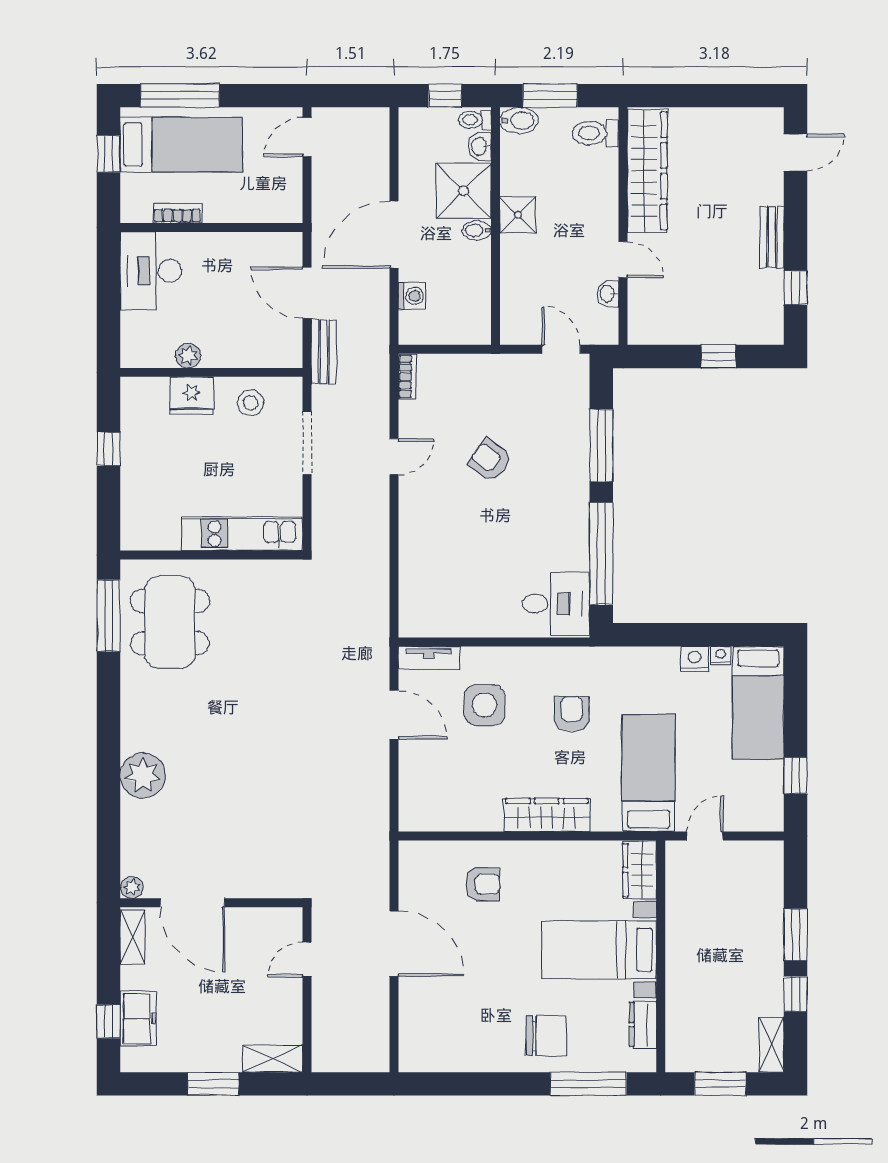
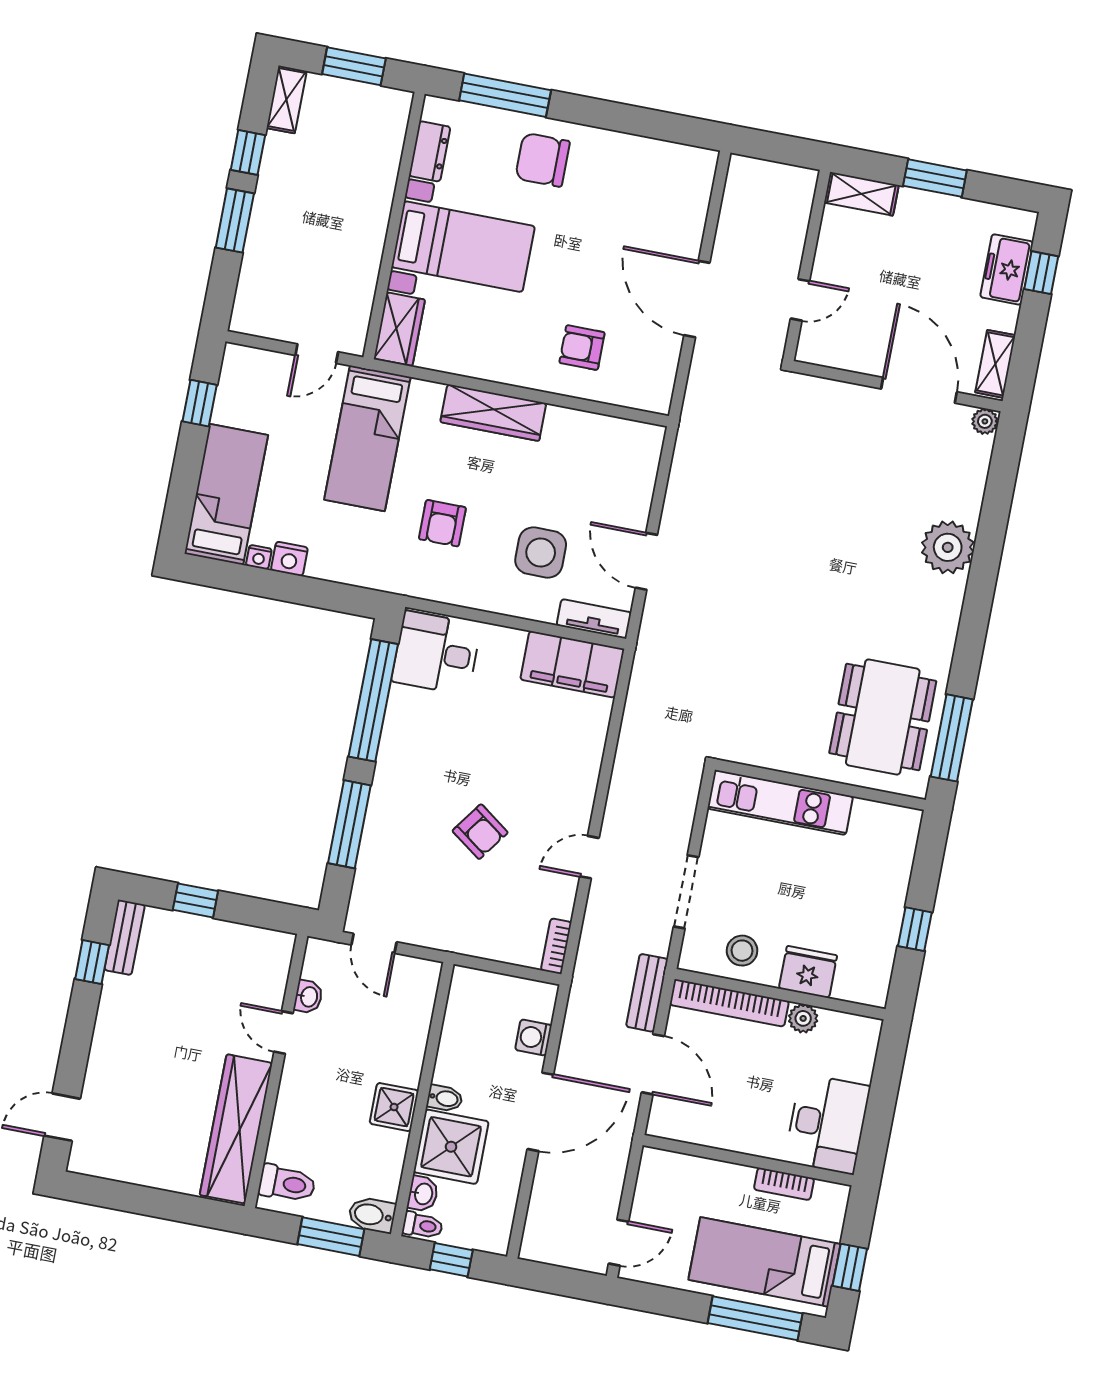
bench: (772, 237) -> (125, 937), moved
bookcase: (253, 357) -> (729, 1003), added
filing cabinet: (440, 616) -> (572, 664), added

